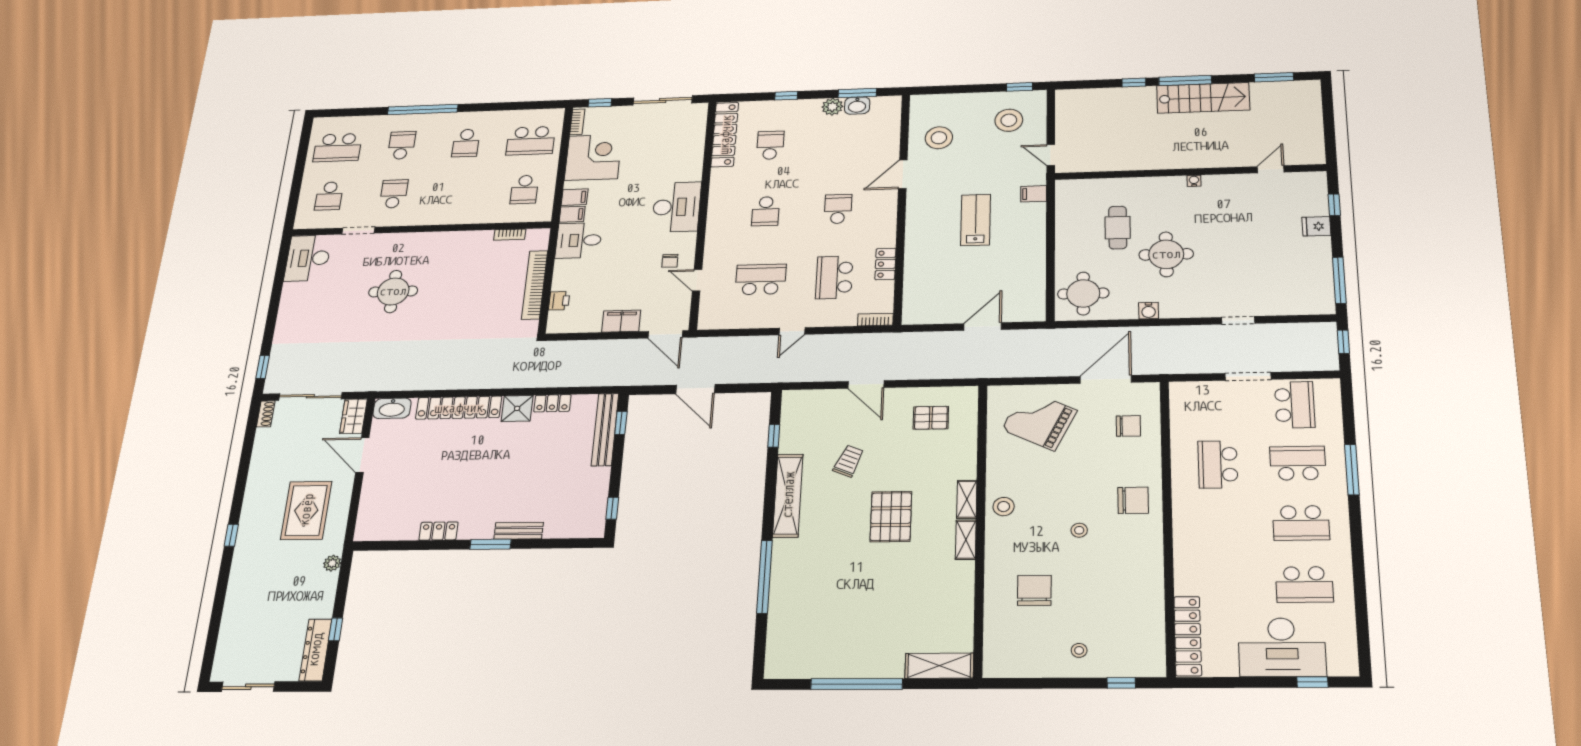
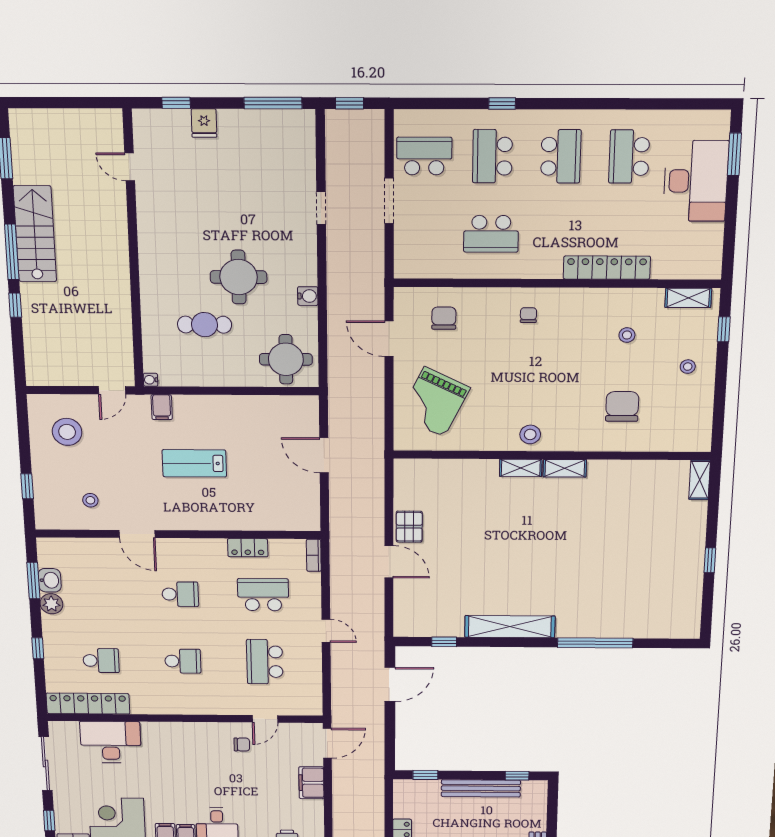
window: (1019, 87) -> (27, 486), moved
stool: (939, 138) -> (90, 500), width x0.53, depth x0.53
school desk: (770, 145) -> (101, 661), turned 180
water cooler: (1194, 181) -> (151, 380), moved
desk: (676, 207) -> (111, 742), moved
school desk: (838, 209) -> (180, 594), turned 180
school desk: (834, 277) -> (263, 595), turned 180
door: (1106, 379) -> (389, 339), width x0.73
door: (866, 384) -> (389, 562), hinge flipped
door: (695, 389) -> (390, 684), moved
pallet: (931, 418) -> (409, 527), moved
bench: (605, 430) -> (481, 788), moved
trolley: (849, 461) -> (474, 575), removed
window: (1352, 470) -> (502, 104), width x0.46
chair: (1133, 500) -> (528, 315), width x0.54, depth x0.54
pallet: (891, 517) -> (537, 535), removed
stool: (1079, 530) -> (627, 335), moved
school desk: (1304, 584) -> (629, 157), turned 180
chair: (1034, 590) -> (622, 406), turned 90
locker: (1188, 636) -> (607, 268), moved
shelving: (1155, 647) -> (688, 298), added
shelving: (939, 666) -> (700, 480), width x0.67, depth x0.75
window: (1312, 682) -> (734, 154), width x1.50
window: (857, 684) -> (710, 560), width x0.32

